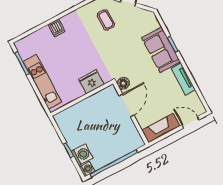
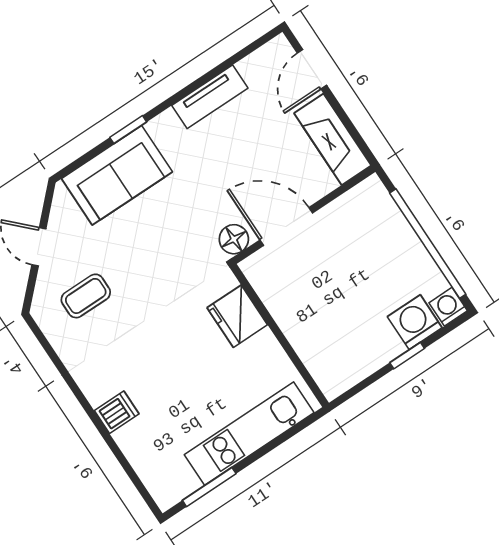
sofa: (161, 50) -> (117, 175), moved

